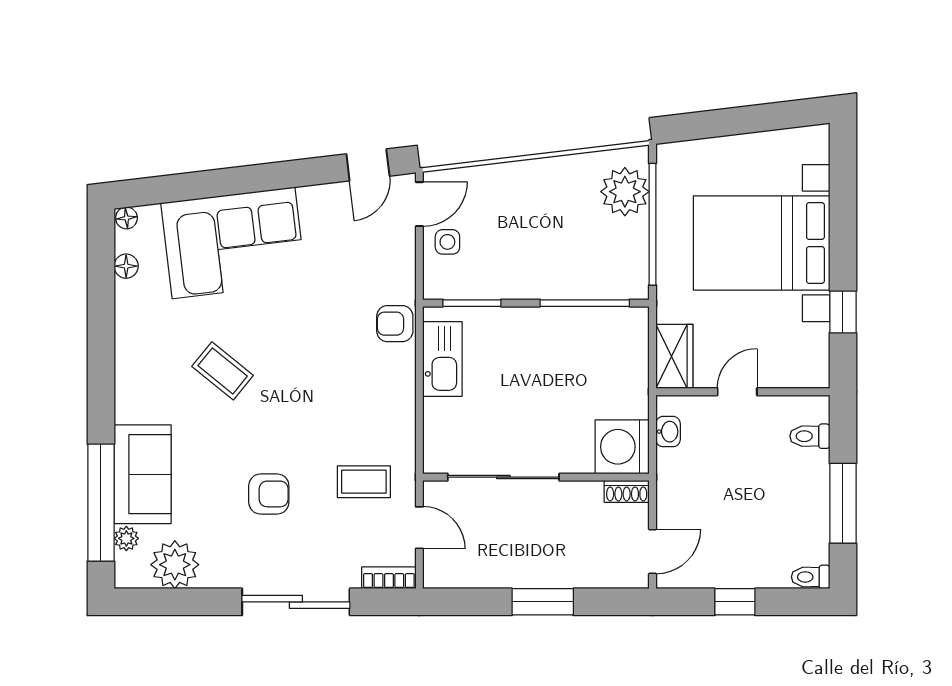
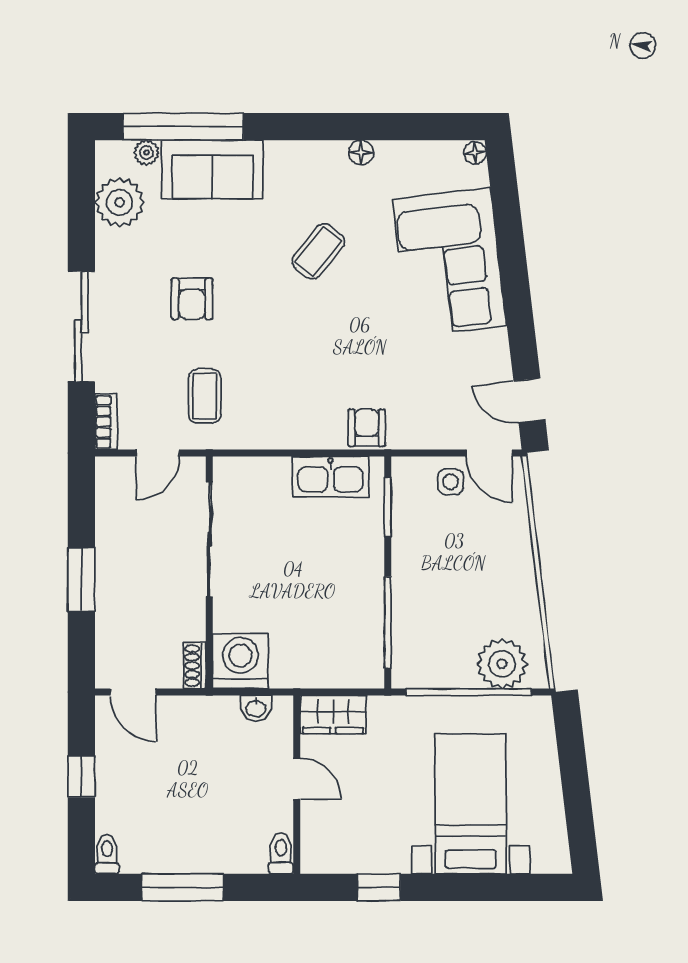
bed with nightstands: (762, 243) -> (471, 804), width x0.73
floor lamp: (126, 266) -> (361, 152), moved
toilet: (810, 436) -> (281, 853), moved

